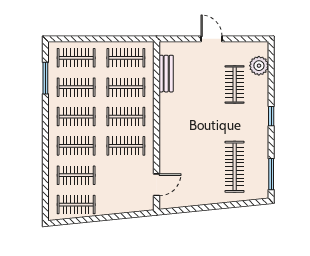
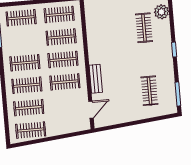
bench: (166, 74) -> (96, 79), moved
clothes rail: (76, 87) -> (23, 40), removed
clothes rail: (235, 167) -> (149, 91), width x0.73

